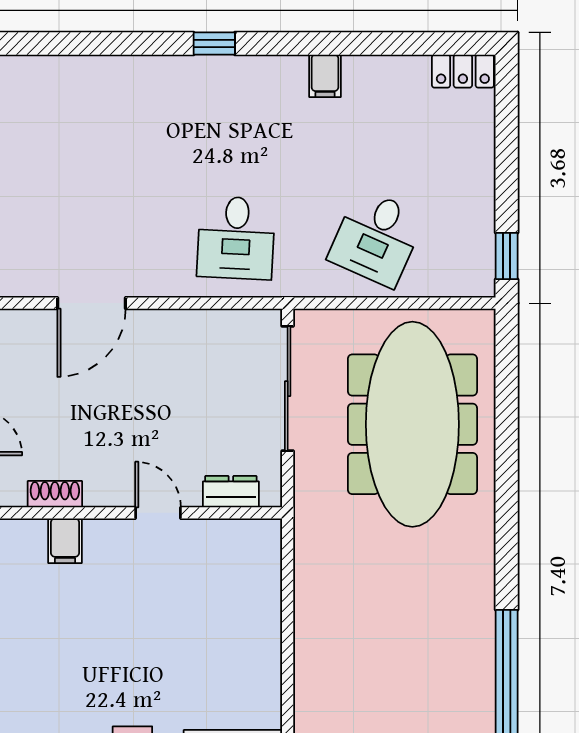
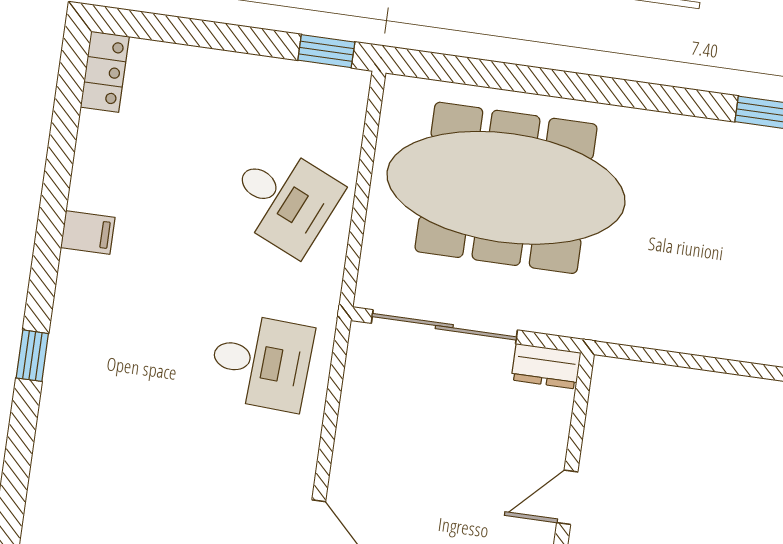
dresser: (231, 492) -> (546, 366), moved, turned -90

